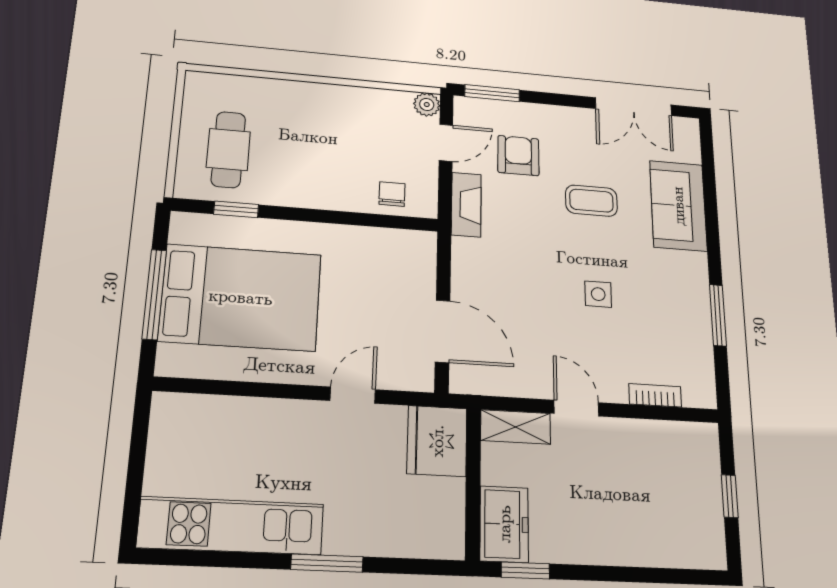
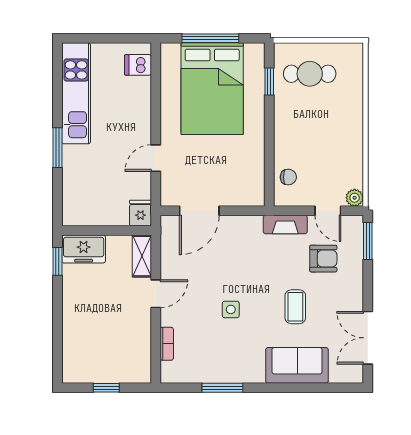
door: (353, 395) -> (156, 158), swing flipped
dishwasher: (189, 416) -> (138, 65), added
fridge: (437, 441) -> (140, 213), width x0.53, depth x0.75

